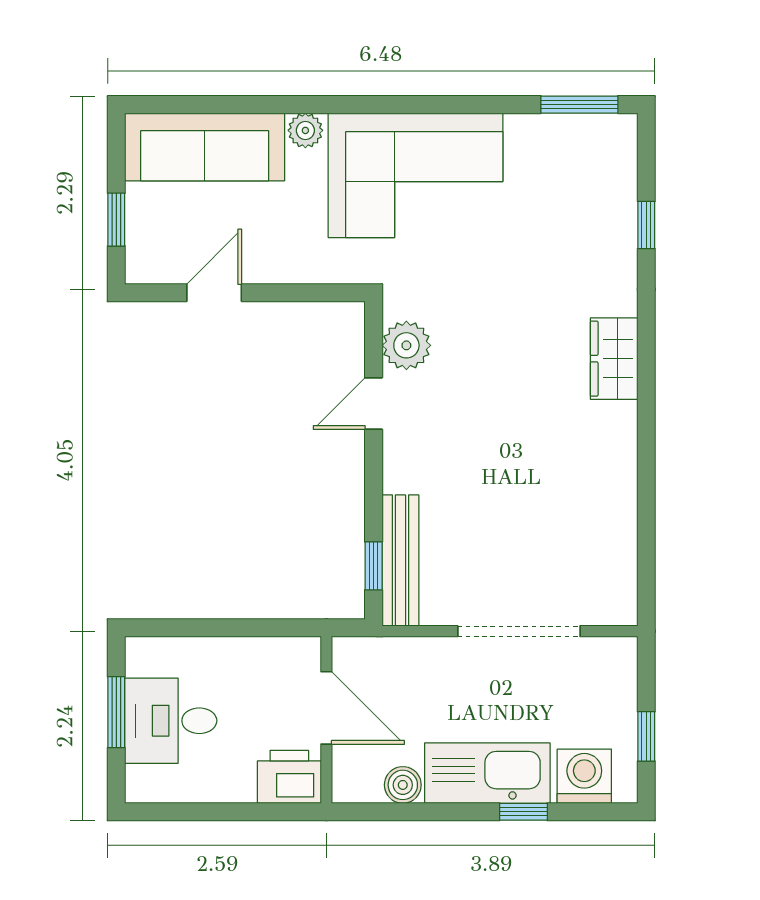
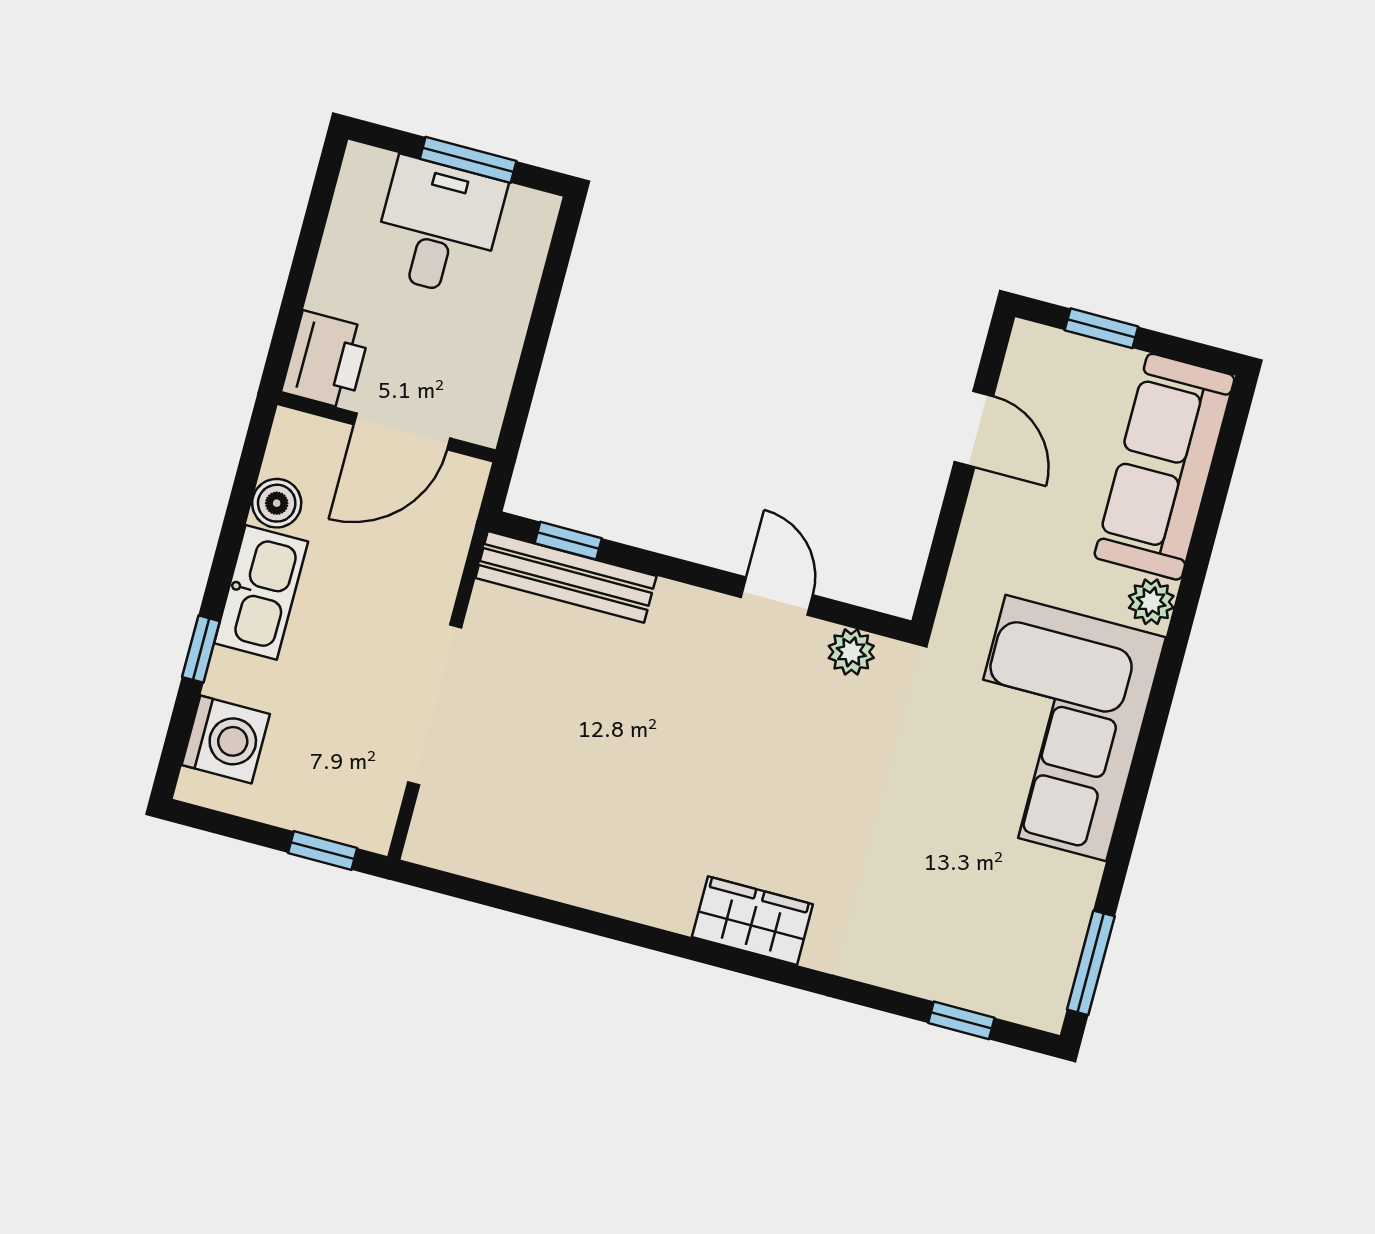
window: (646, 225) -> (961, 1020), moved
plant: (406, 345) -> (851, 652), width x0.73, depth x0.73
window: (646, 736) -> (323, 850), moved
kitchen sink: (487, 773) -> (261, 592), width x0.73, depth x0.81

